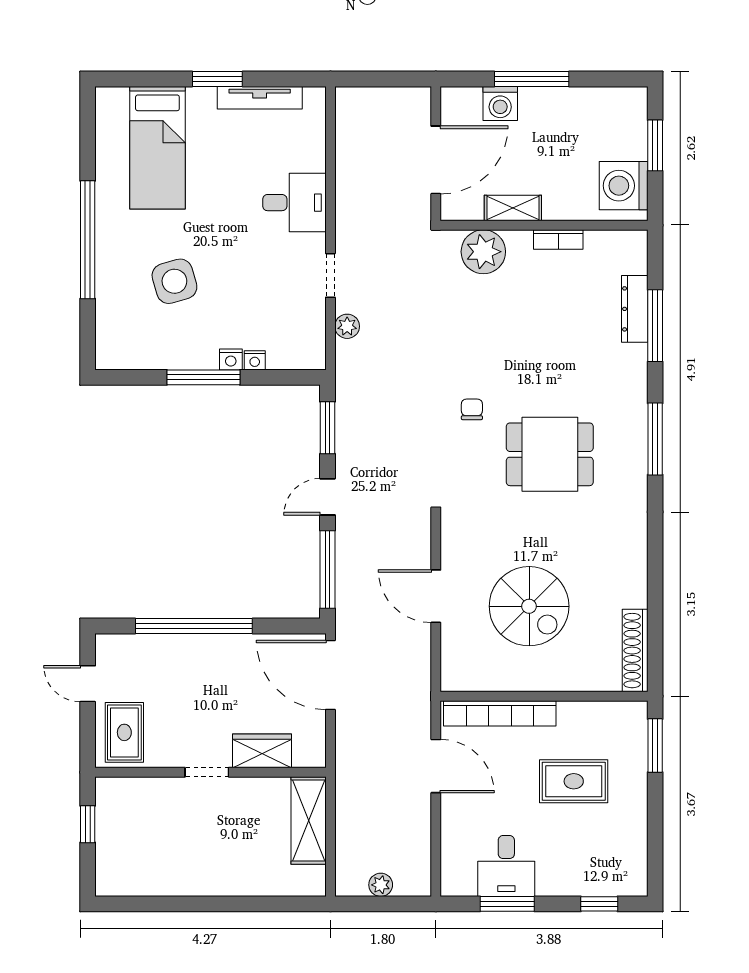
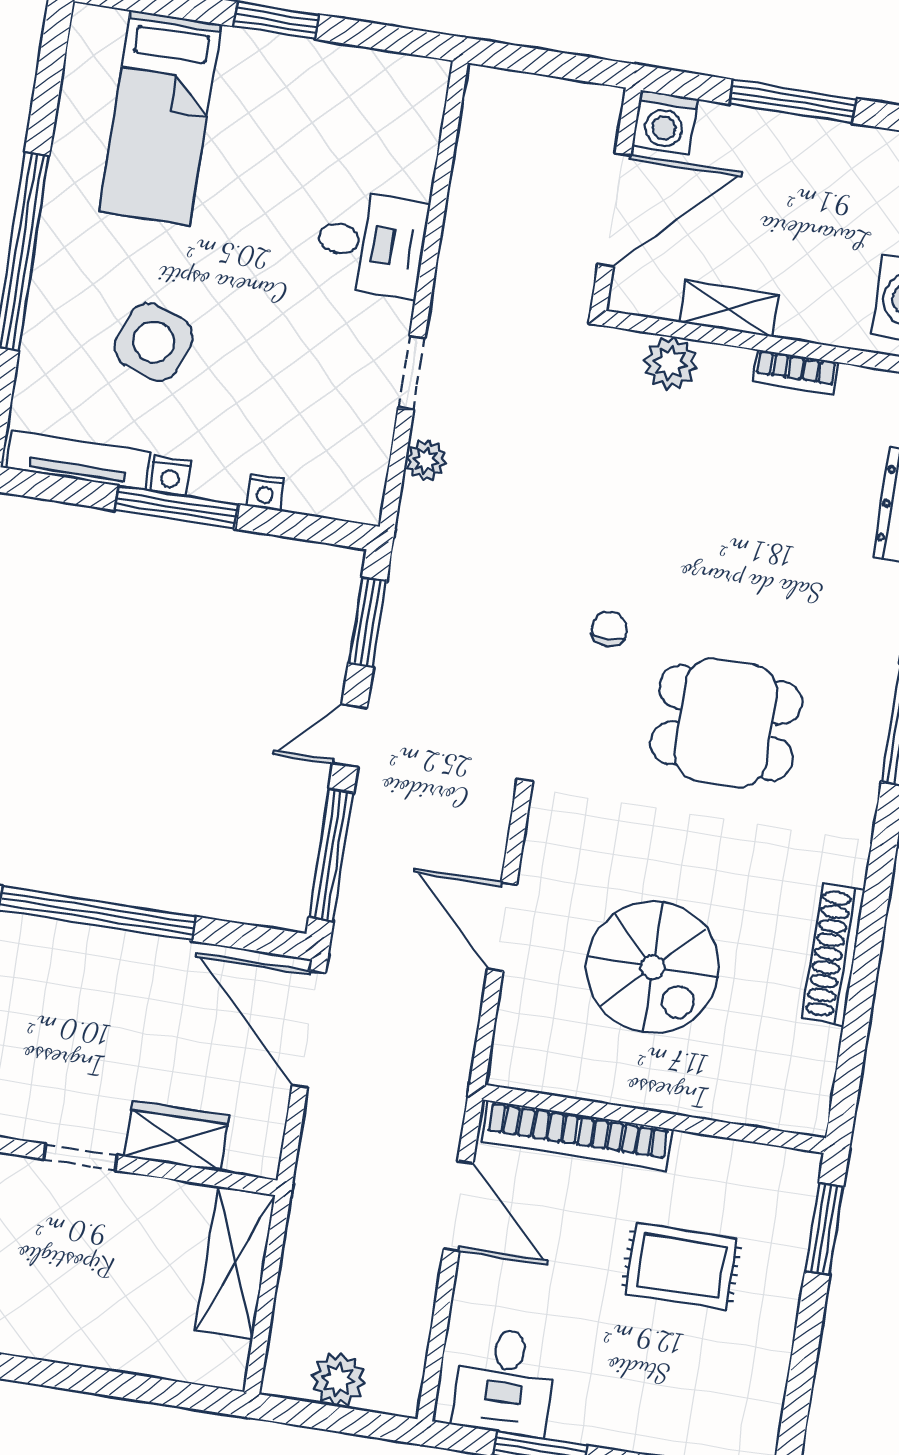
tv unit: (260, 98) -> (79, 460), moved, turned 180
washing machine: (500, 103) -> (665, 122), moved
plant: (483, 252) -> (670, 363), width x0.73, depth x0.73
side table: (174, 281) -> (154, 342), turned 35
nightstand: (231, 359) -> (170, 476), moved
shoe rack: (635, 651) -> (833, 954), moved
desk: (506, 866) -> (505, 1381), moved
plant: (381, 885) -> (338, 1380), width x1.38, depth x1.38

